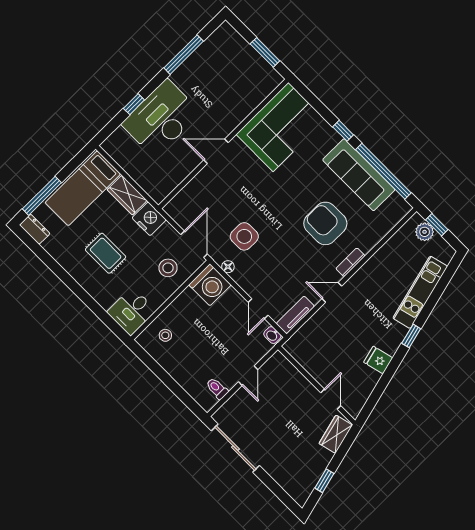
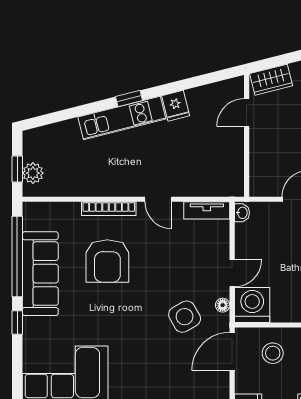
side table: (244, 236) -> (185, 317), turned -30
bookcase: (350, 262) -> (109, 209), width x1.56
kitchen unit: (420, 292) -> (122, 118), moved
door: (258, 309) -> (232, 273), moved

